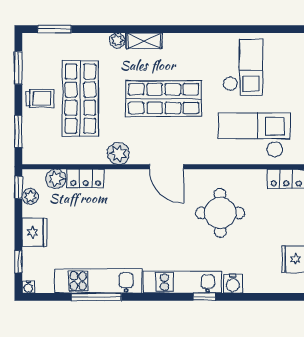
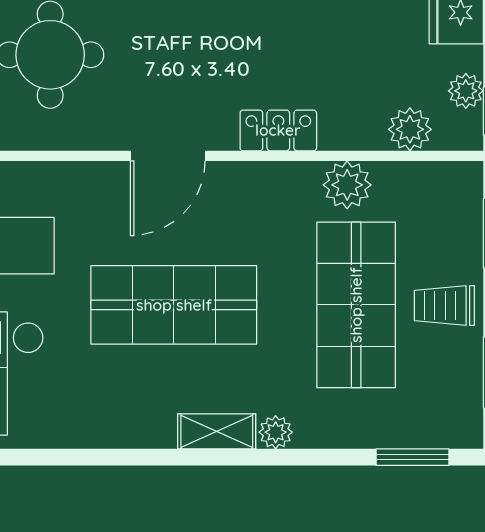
plant: (118, 154) -> (347, 185), moved
door: (166, 167) -> (168, 156), swing flipped
locker: (86, 178) -> (278, 130), moved

